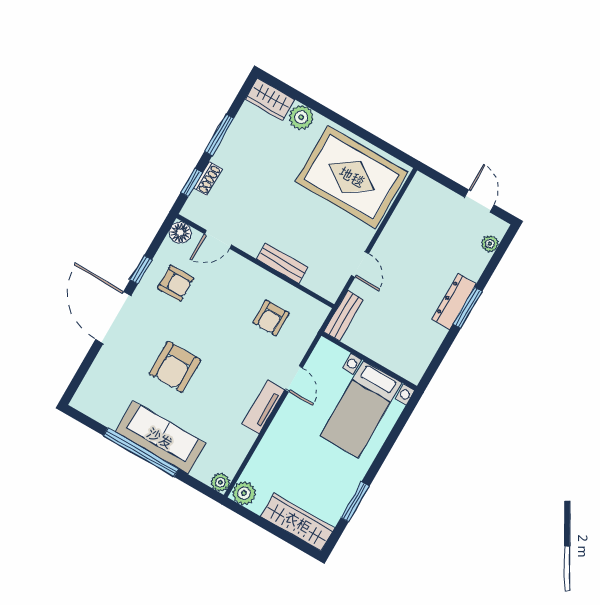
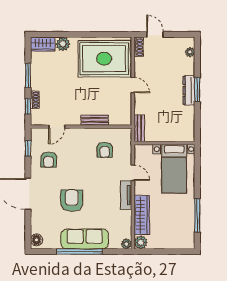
shoe rack: (415, 190) -> (139, 47), added
door: (479, 201) -> (155, 34), moved
floor lamp: (180, 233) -> (37, 240), moved
door: (360, 264) -> (133, 85), moved
window: (141, 270) -> (28, 148), moved
armchair: (176, 283) -> (49, 160), turned 92
armchair: (175, 367) -> (72, 201), turned 180
window: (355, 502) -> (197, 215), width x1.44
wardrobe: (298, 522) -> (142, 215), moved, turned 90

